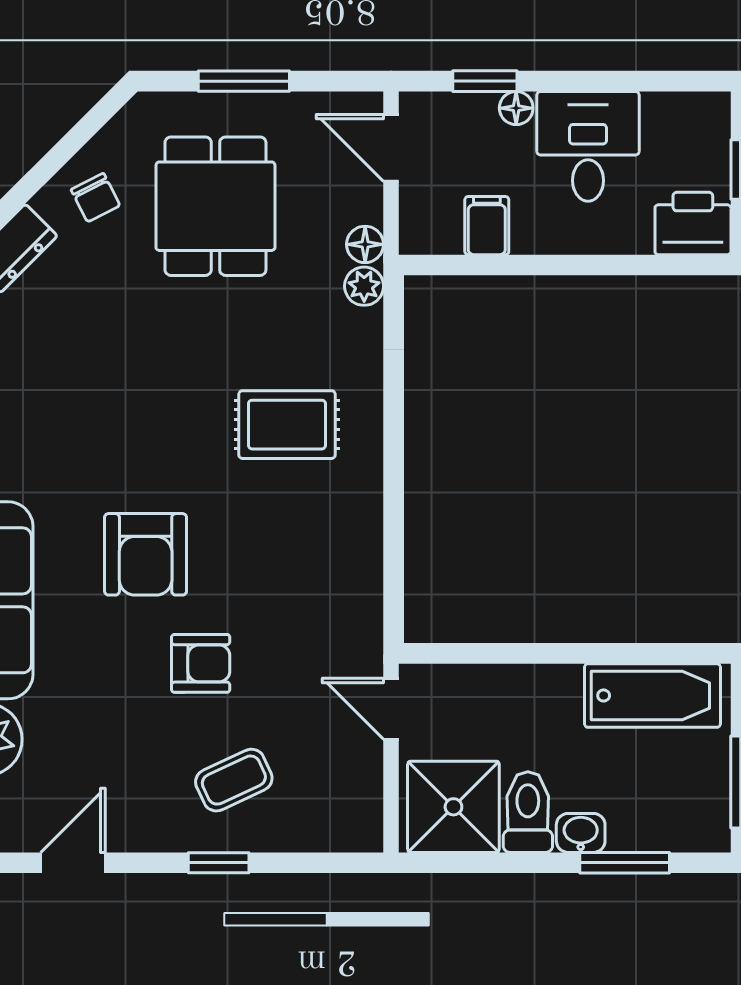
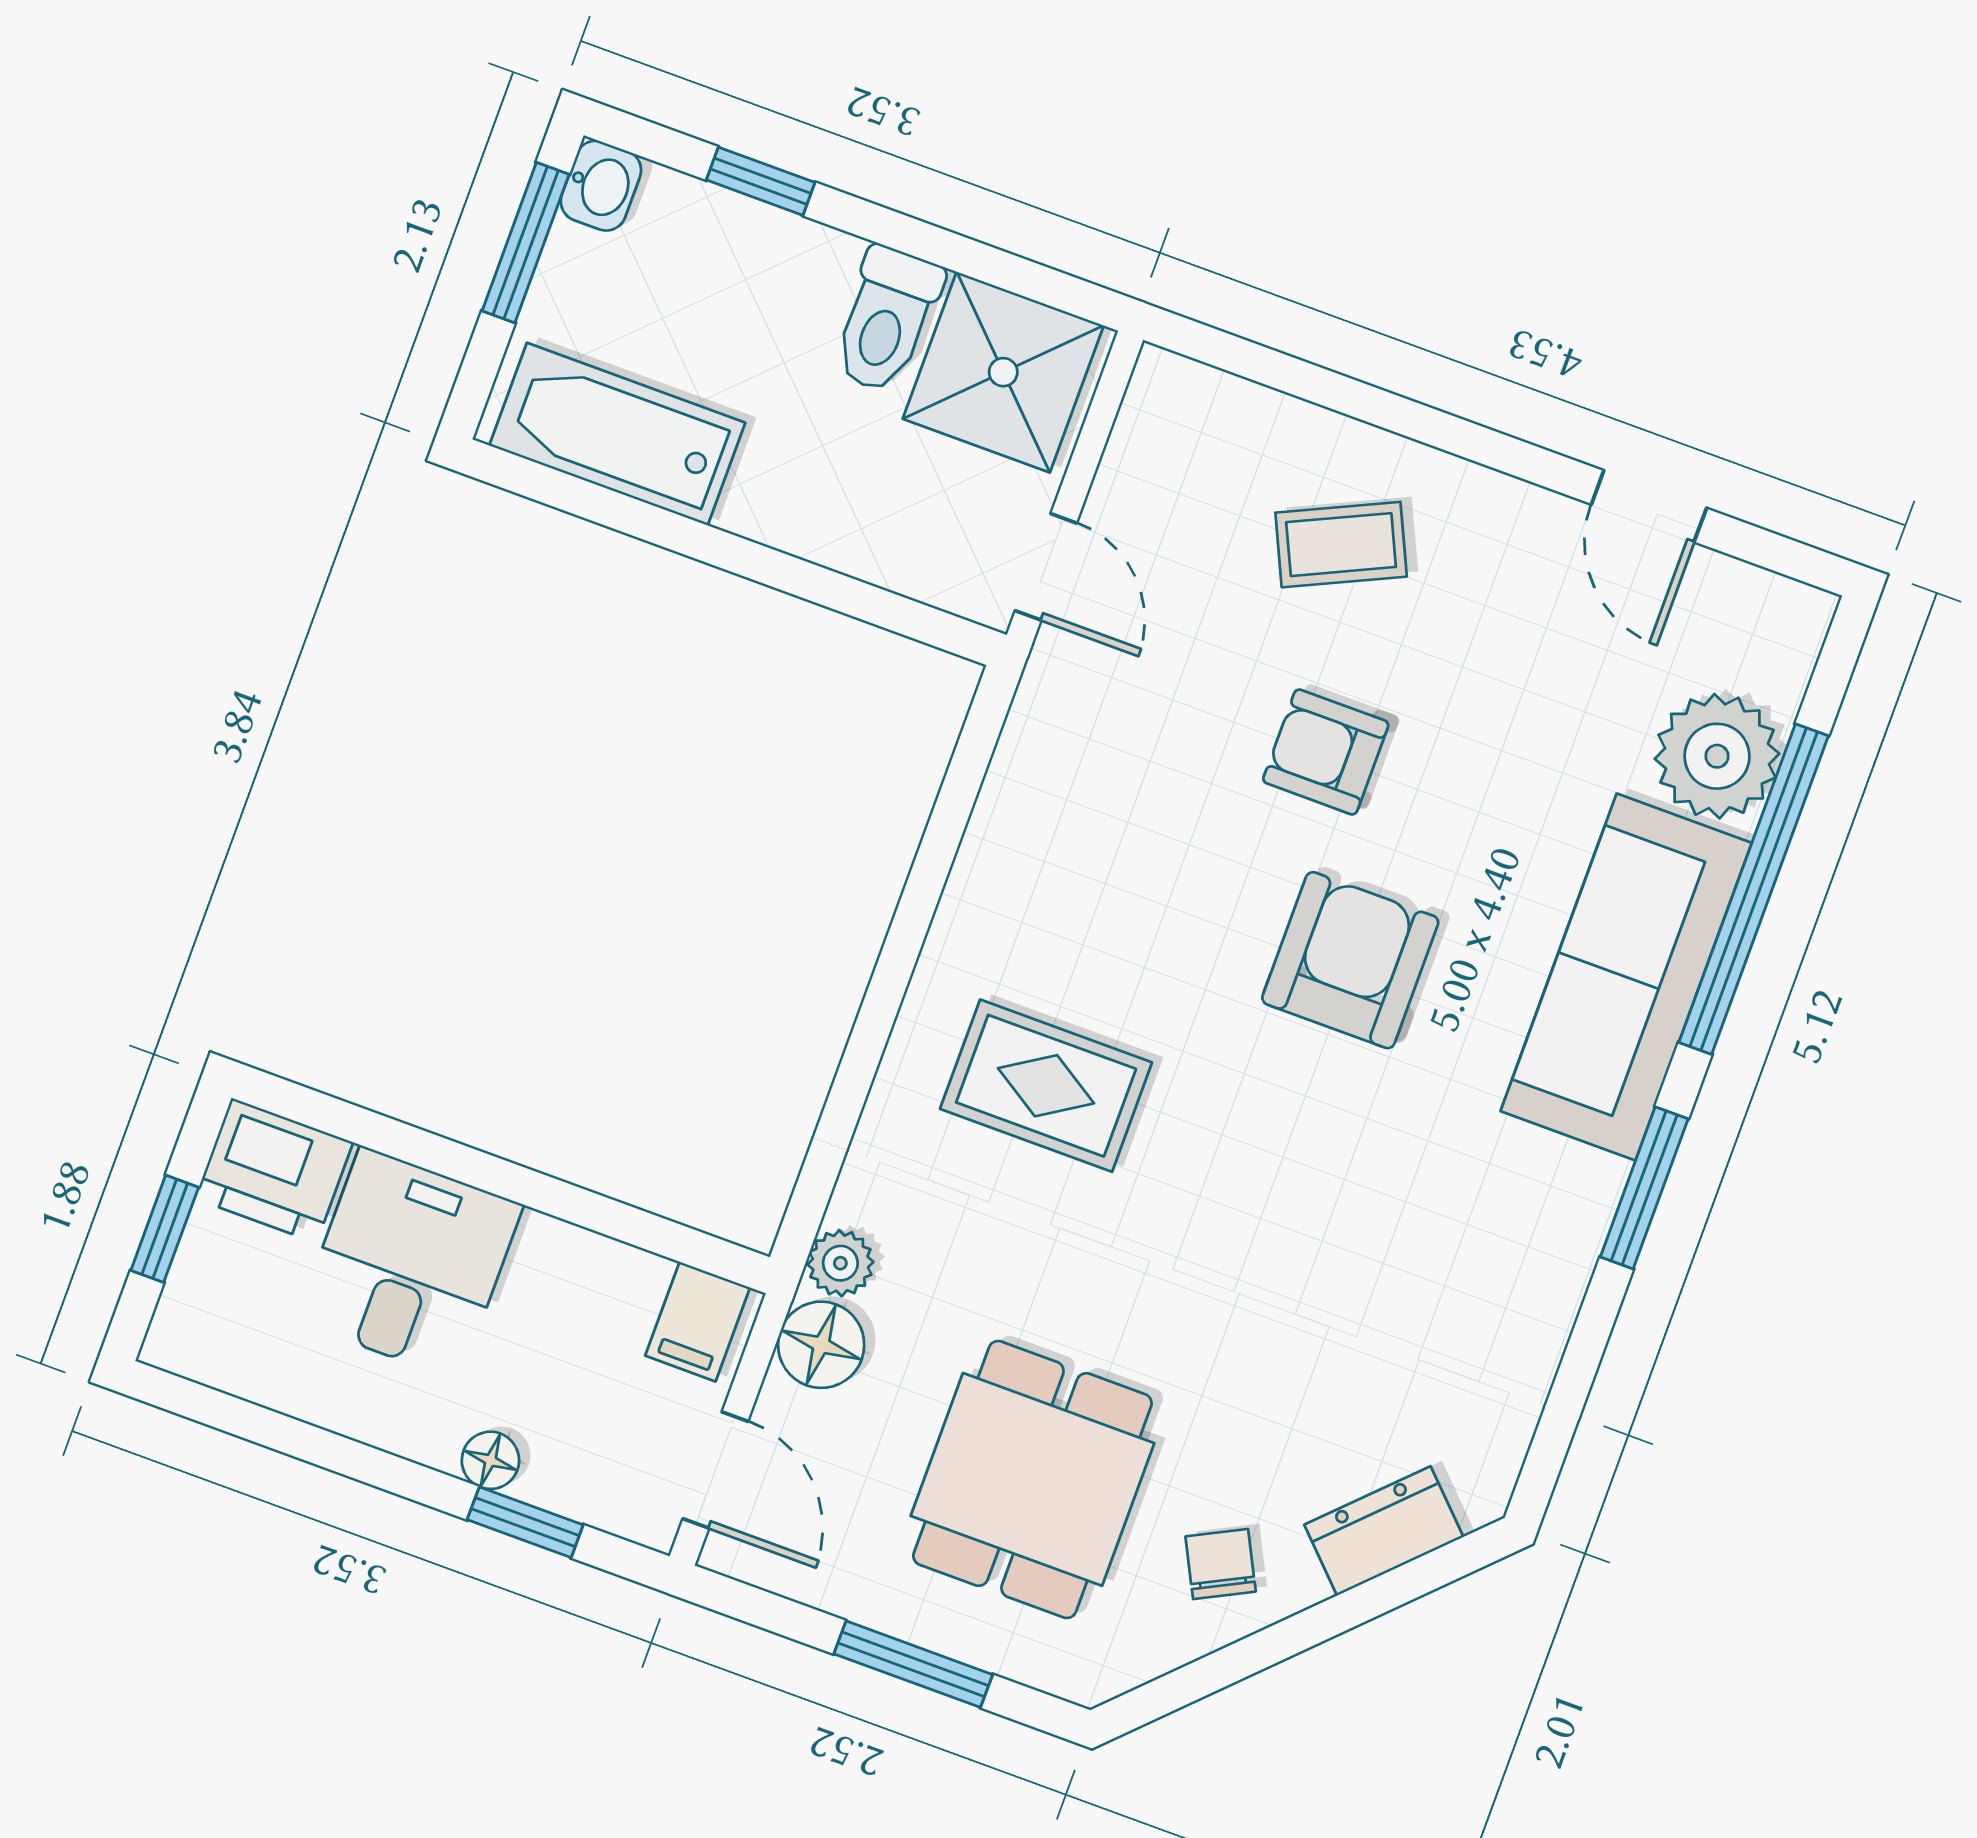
desk: (588, 146) -> (410, 1263), moved, turned 180
filing cabinet: (487, 226) -> (698, 1322), moved
floor lamp: (365, 244) -> (821, 1345), width x1.37, depth x1.37
washbasin: (581, 833) -> (601, 186), moved, turned -90
door: (73, 863) -> (1649, 506), hinge flipped
window: (219, 863) -> (1414, 420), removed
window: (625, 863) -> (761, 181), width x0.67

